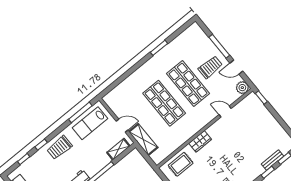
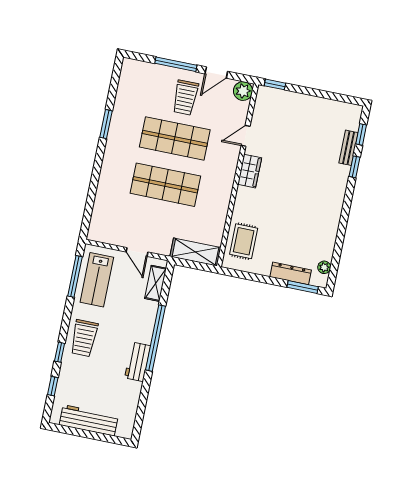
trolley: (210, 67) -> (185, 98), turned 180
door: (122, 126) -> (137, 252), swing flipped
shelving: (143, 140) -> (195, 252), moved
wardrobe: (200, 141) -> (250, 171), moved

